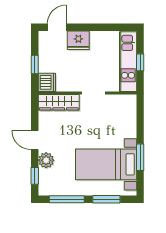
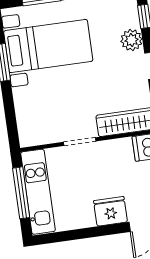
window: (140, 62) -> (21, 193), width x2.17

